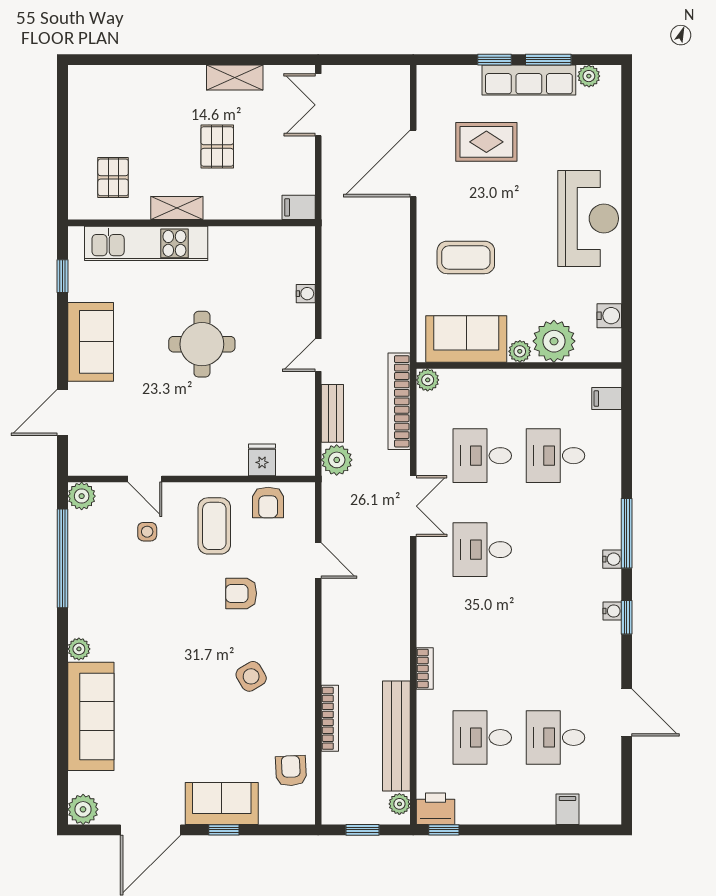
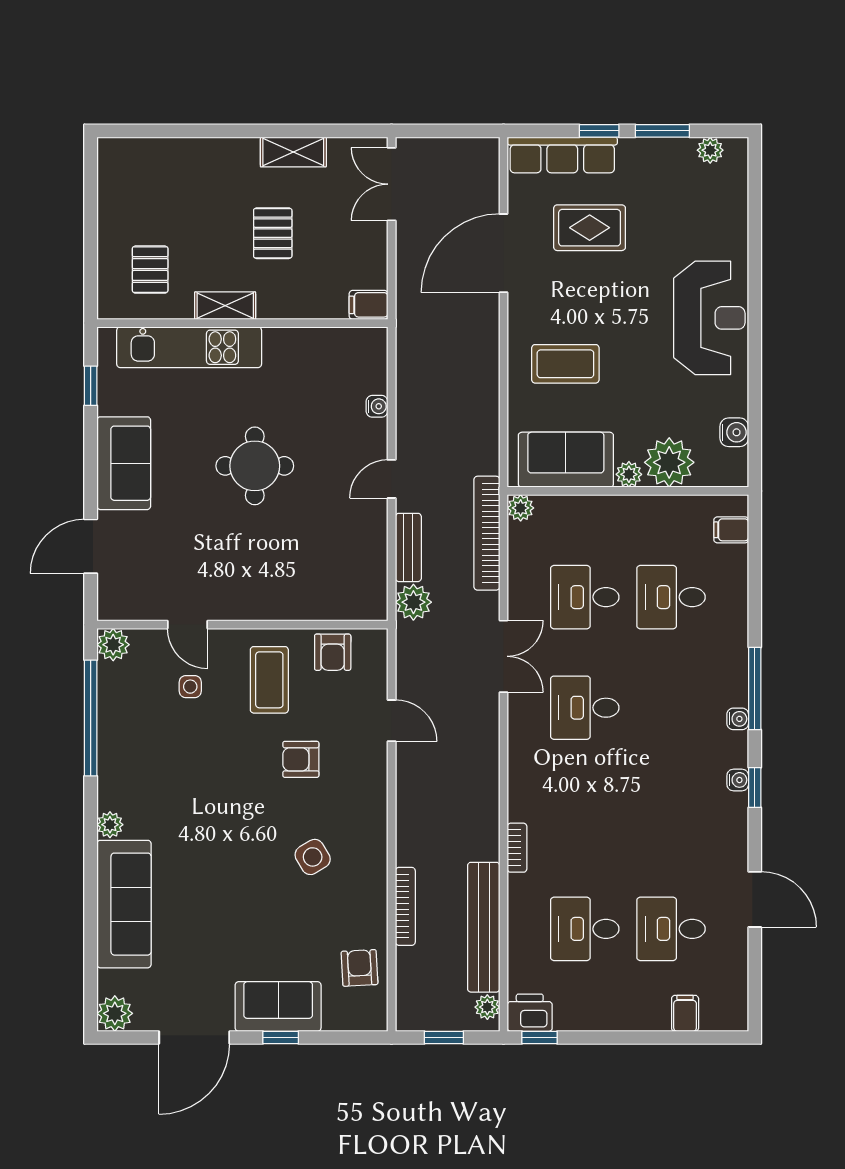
row of seats: (529, 80) -> (562, 155), moved
fridge: (262, 460) -> (325, 602), removed

